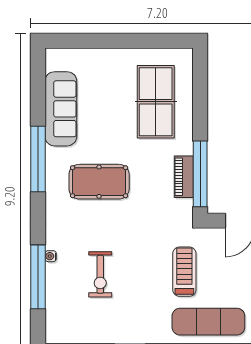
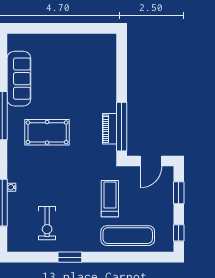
table tennis table: (156, 102) -> (89, 73), removed
exercise bike: (100, 274) -> (47, 223), moved

